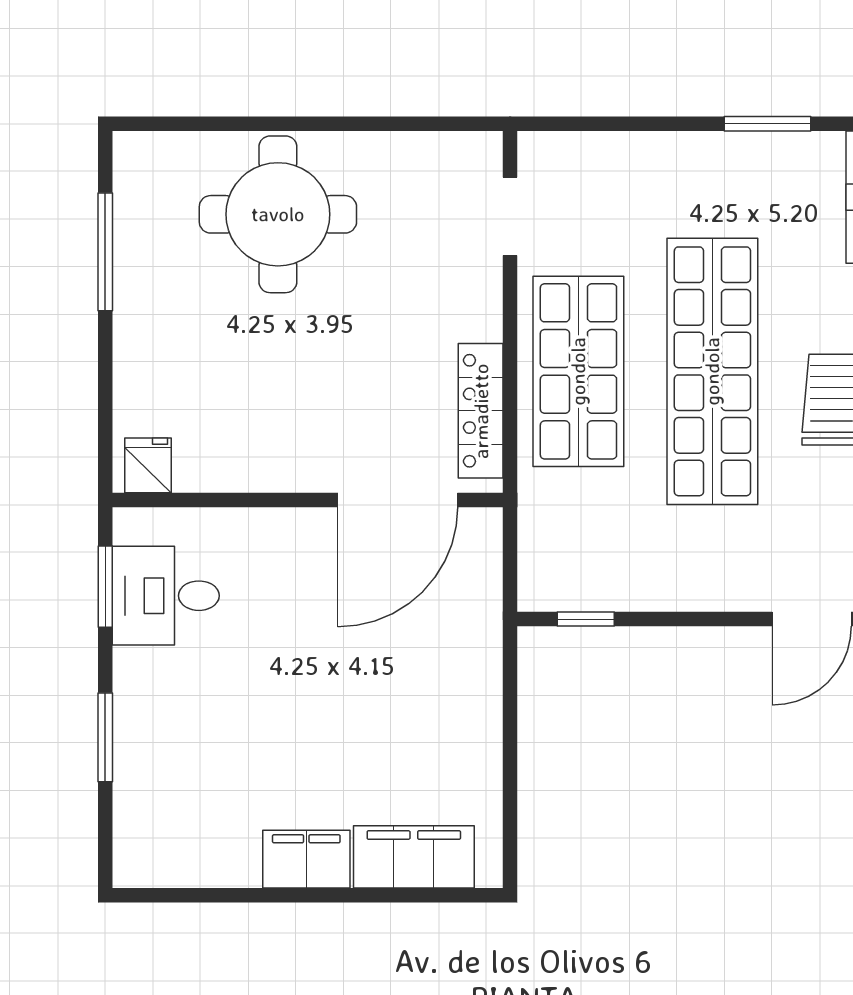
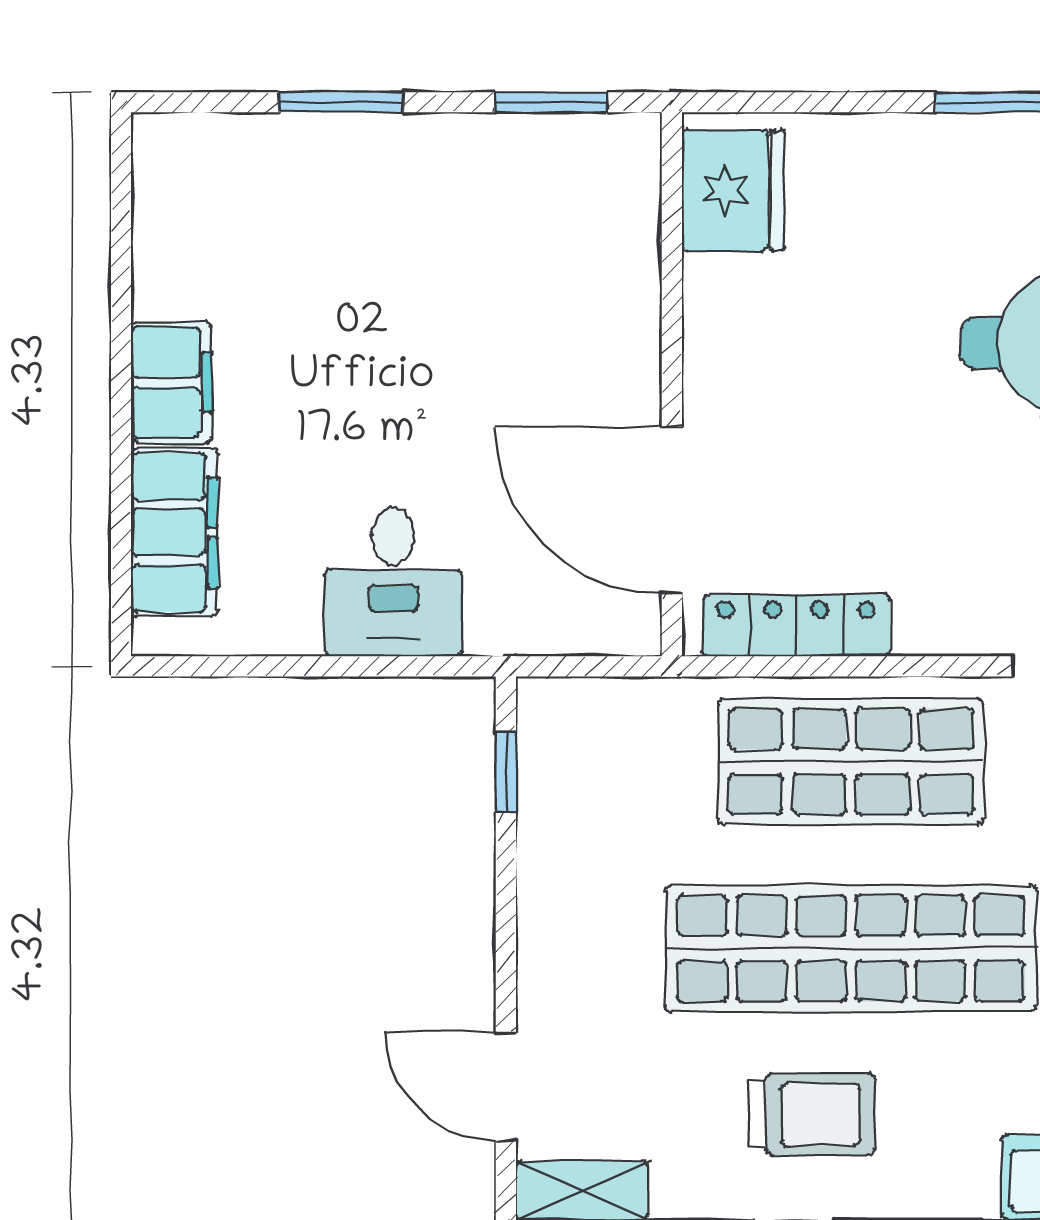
fridge: (148, 465) -> (733, 190), width x1.88, depth x1.34
desk: (166, 596) -> (393, 582), moved, turned 180

